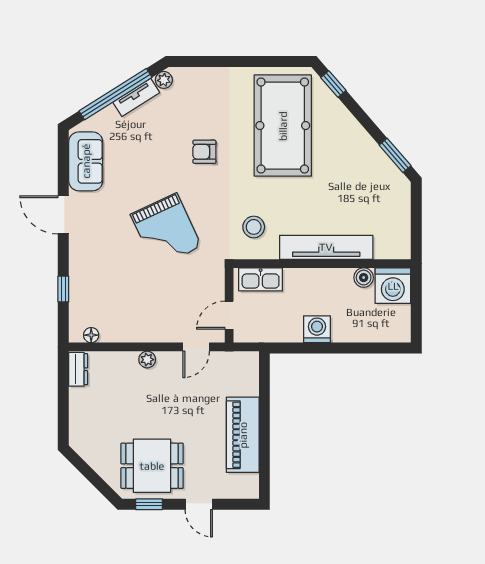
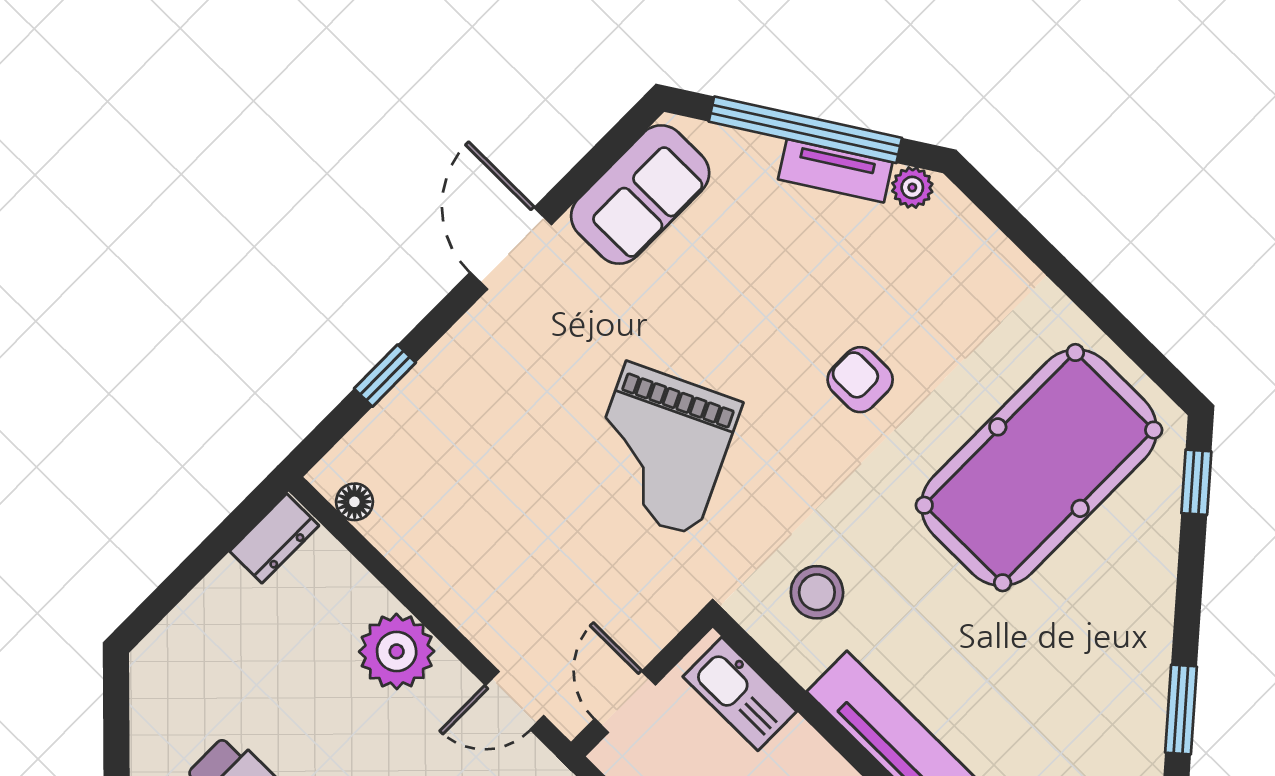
door: (229, 315) -> (625, 702), hinge flipped
plant: (147, 360) -> (397, 651), width x1.88, depth x1.88

